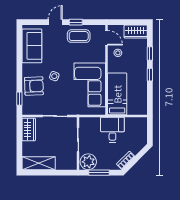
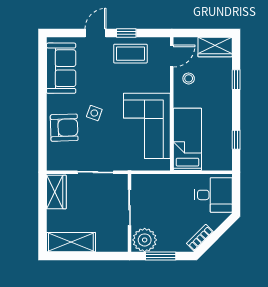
door: (107, 38) -> (172, 56), hinge flipped
window: (150, 75) -> (236, 140), moved
window: (19, 99) -> (42, 147), removed
desk: (112, 130) -> (213, 195), moved, turned 90

